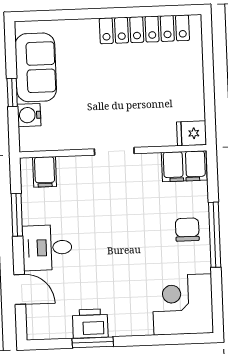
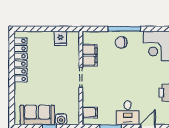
fridge: (192, 133) -> (60, 38), moved
filing cabinet: (184, 166) -> (90, 55), moved

